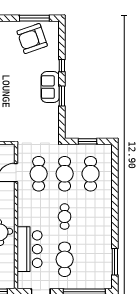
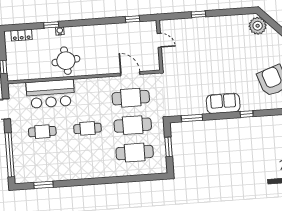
window: (62, 96) -> (192, 118), moved
cafe table: (65, 259) -> (42, 132), width x0.73, depth x0.74
window: (115, 262) -> (43, 185), width x0.69

